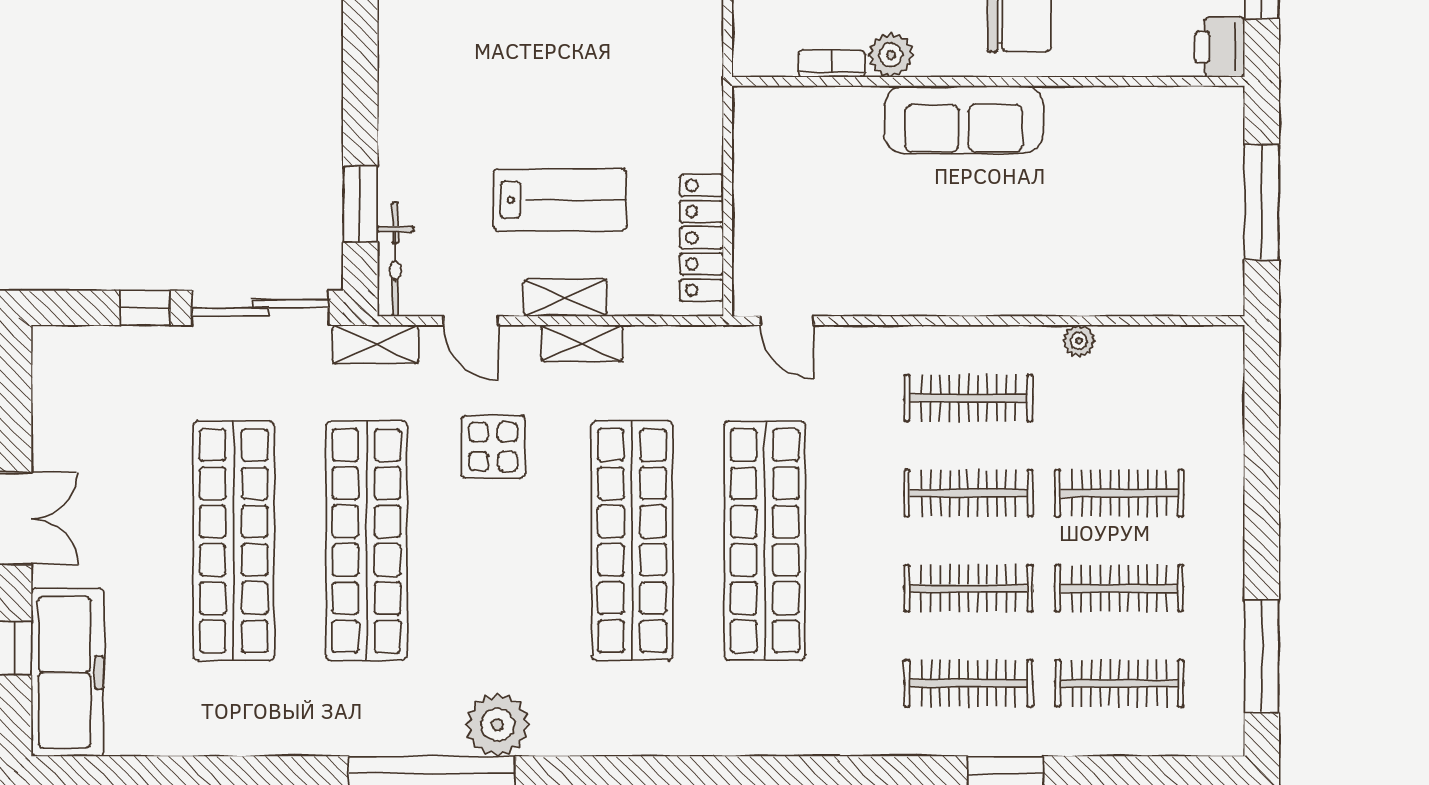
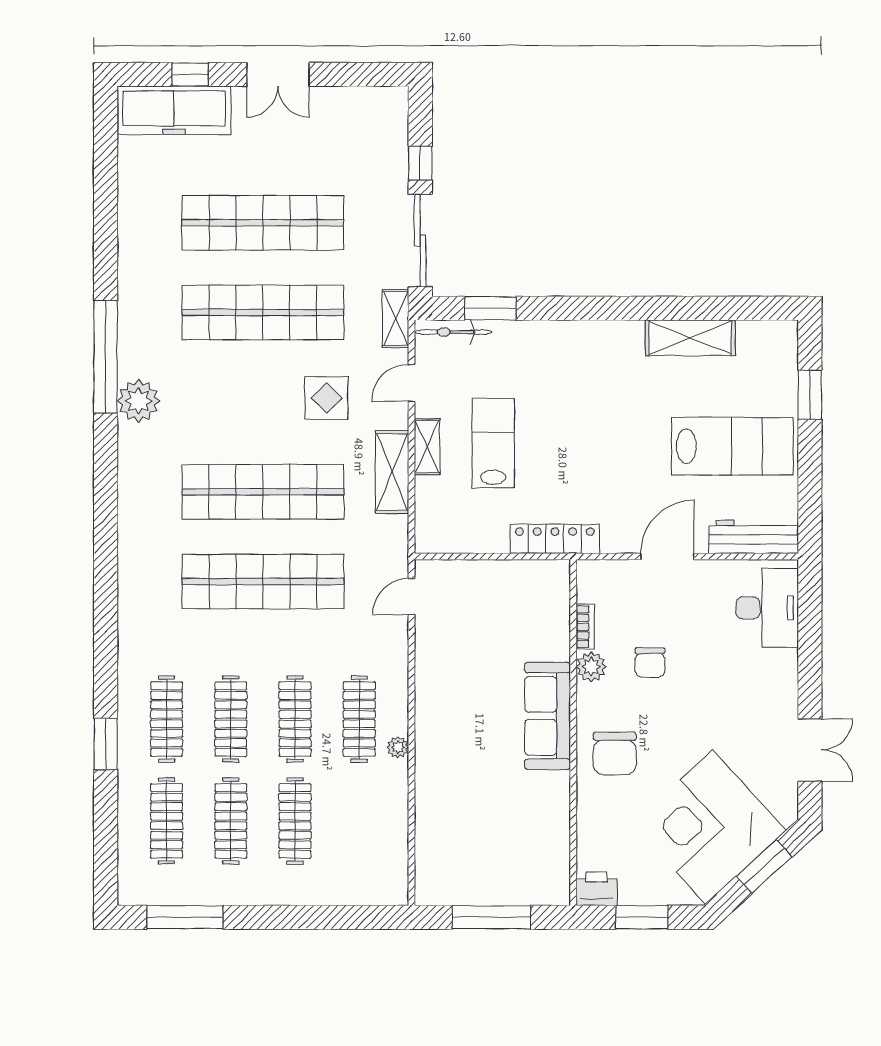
lab bench: (560, 200) -> (493, 443), turned 180
locker: (702, 238) -> (555, 539), moved
plant: (1079, 341) -> (398, 747), moved
shelving: (582, 343) -> (392, 472), width x1.50, depth x1.33

